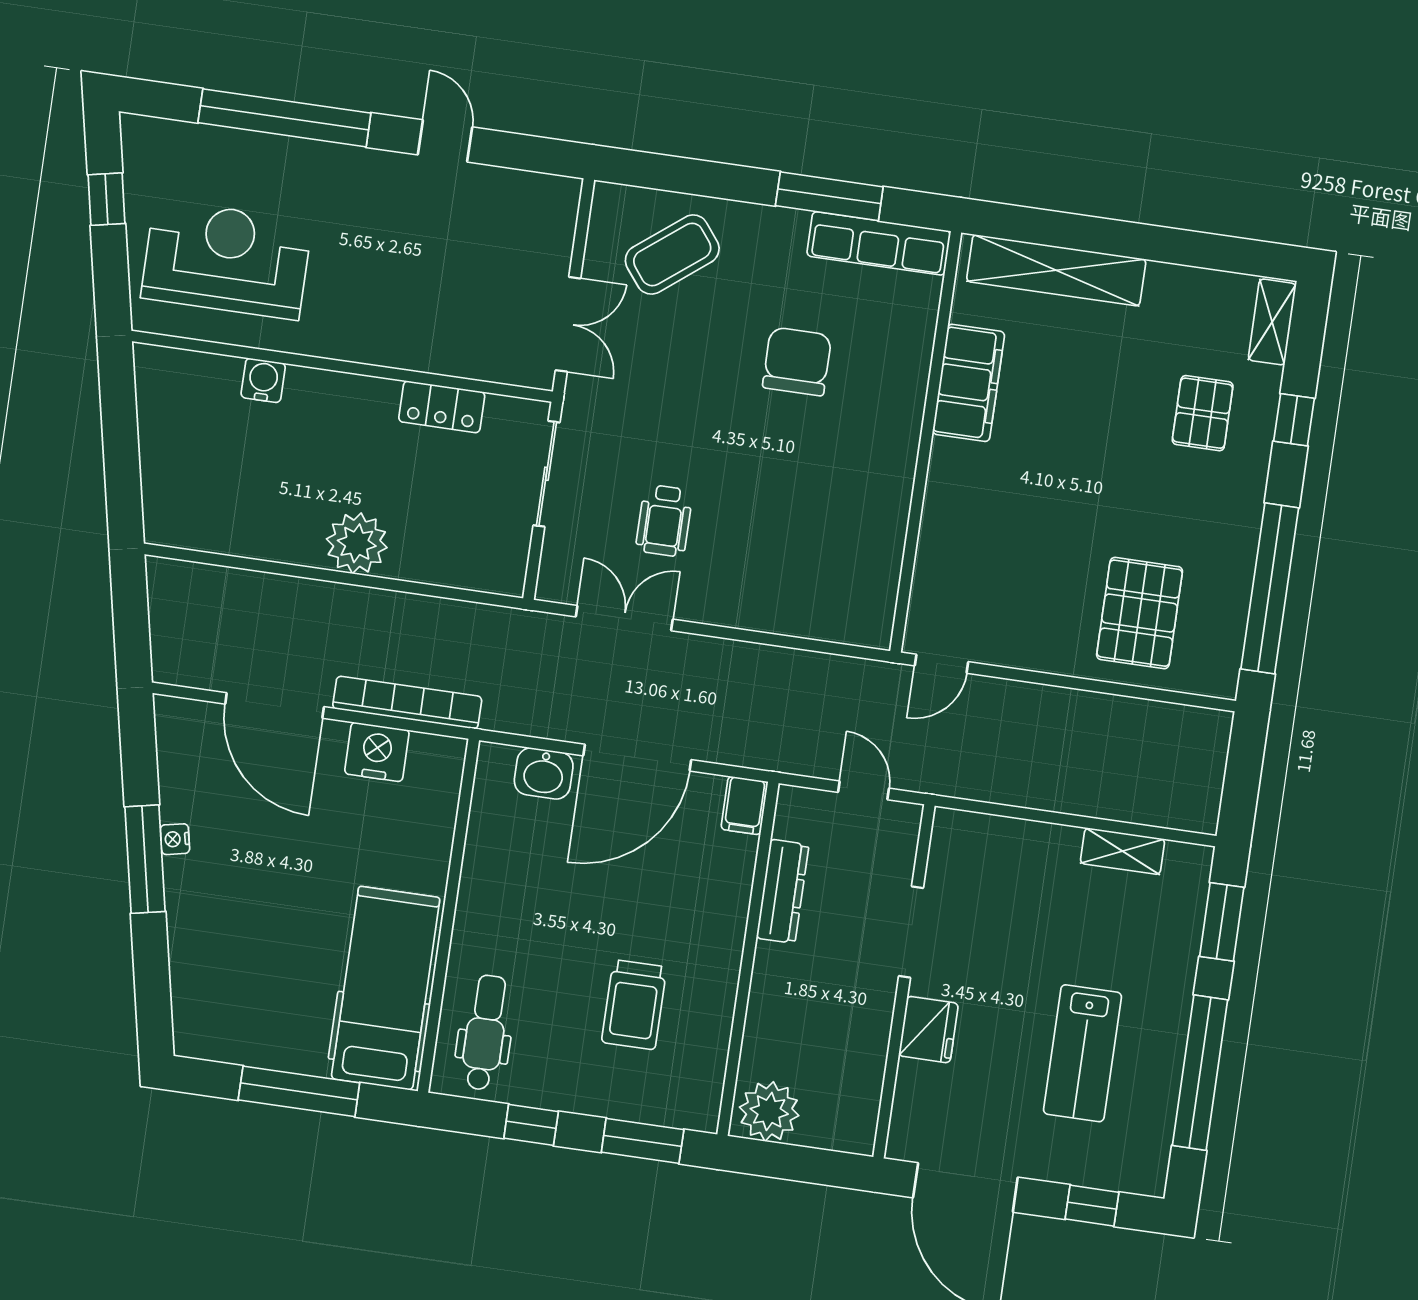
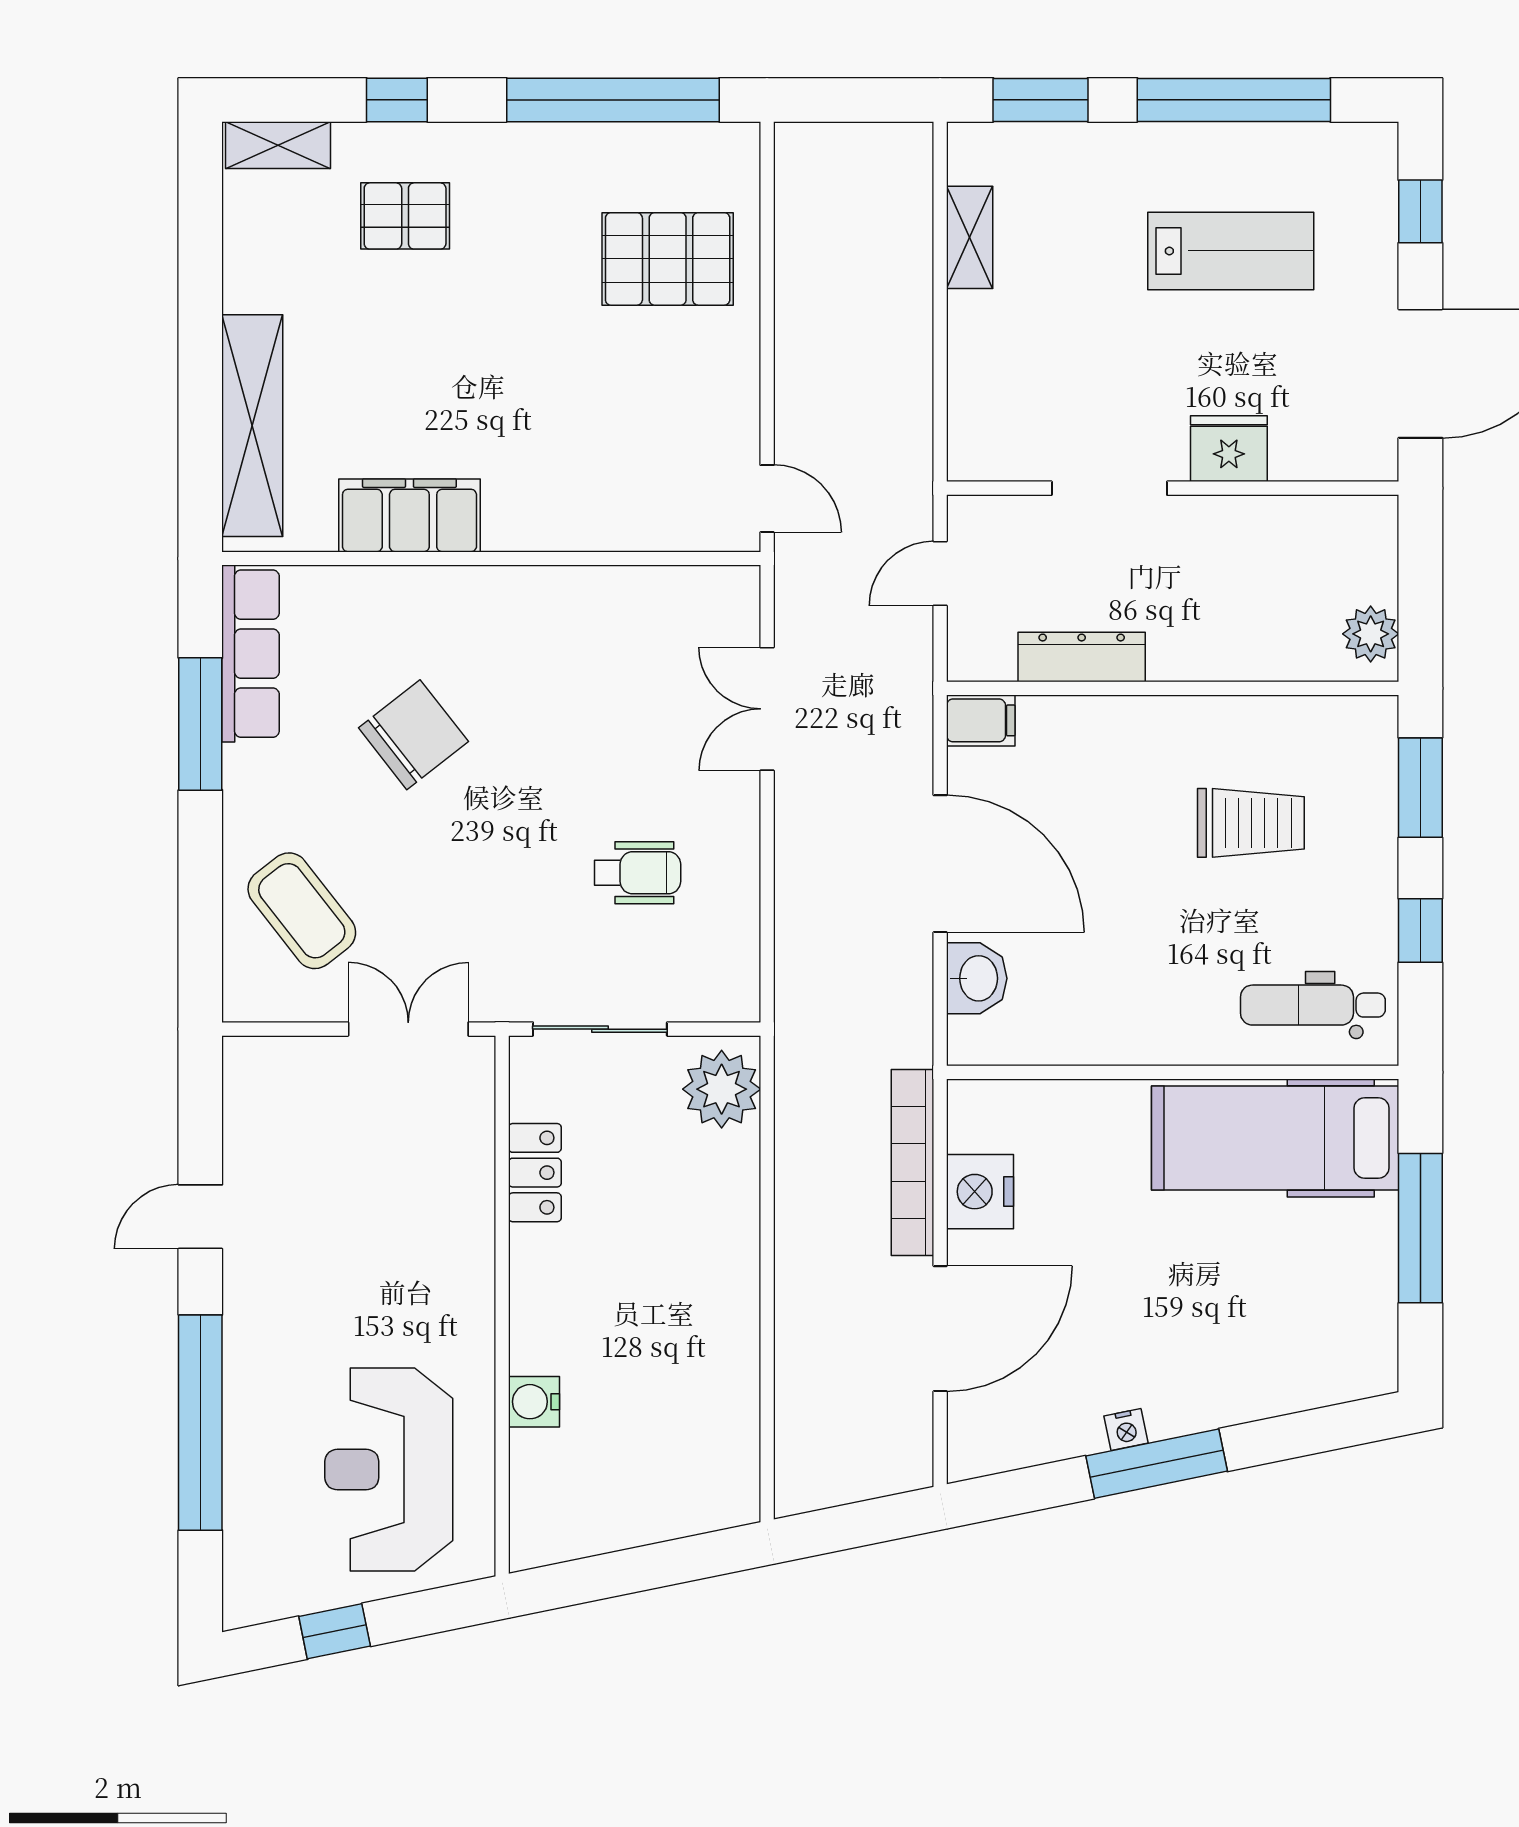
chair: (797, 361) -> (413, 735), turned 142
plant: (357, 543) -> (722, 1089), moved
double door: (624, 618) -> (767, 709), moved
plant: (769, 1111) -> (1371, 634), width x0.73, depth x0.73

